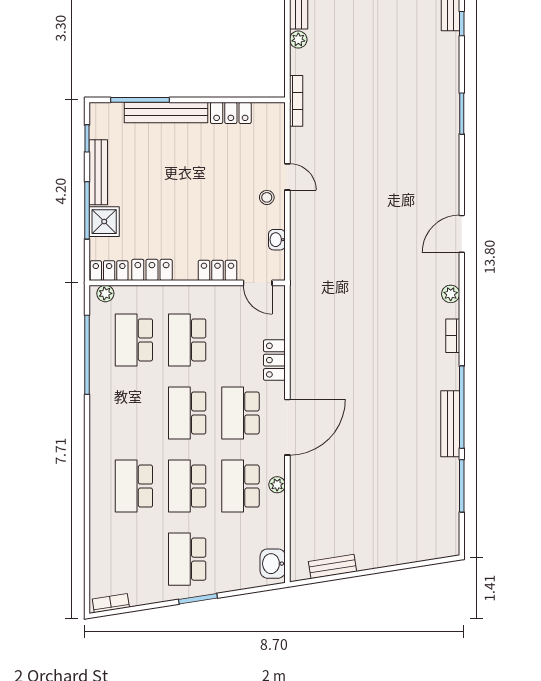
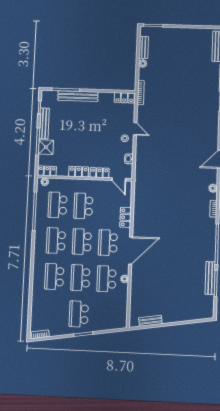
locker: (231, 113) -> (124, 98), moved
locker: (152, 270) -> (79, 172), moved
school desk: (134, 413) -> (56, 241), added
bench: (450, 424) -> (210, 278), moved
washbasin: (273, 564) -> (121, 318), removed

